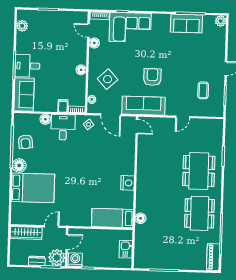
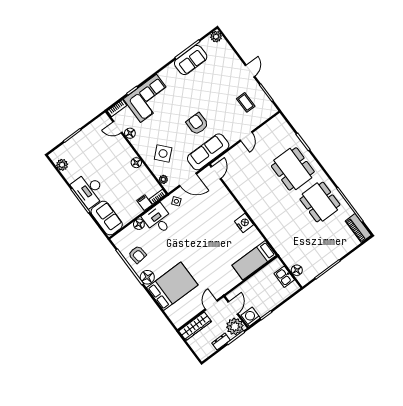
desk: (27, 66) -> (89, 190), width x1.37
door: (137, 127) -> (216, 173), hinge flipped
floor lamp: (141, 218) -> (297, 270), moved

